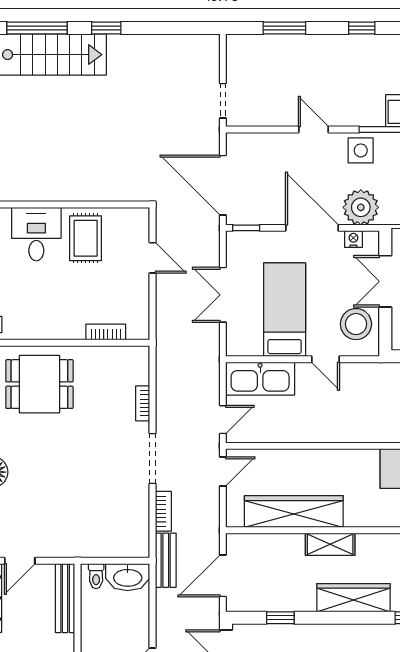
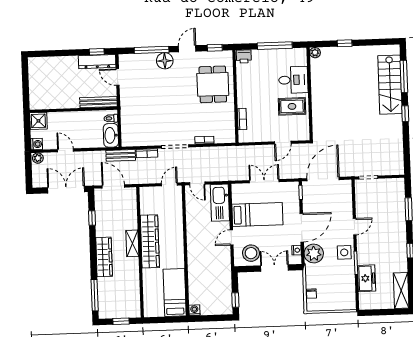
door: (223, 471) -> (169, 184), swing flipped
wardrobe: (294, 512) -> (150, 241), moved

